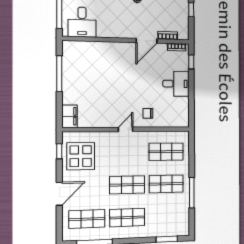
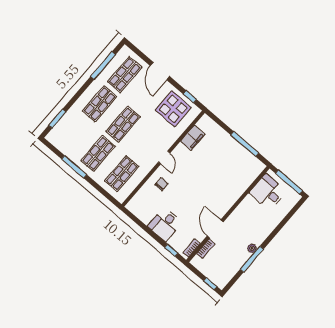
filing cabinet: (70, 116) -> (193, 138), moved, turned -90

